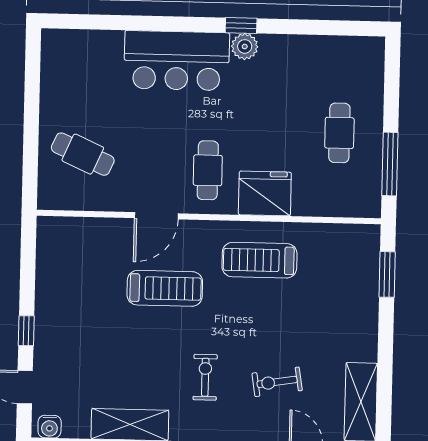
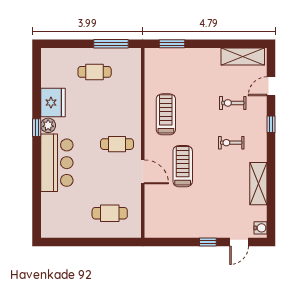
cafe table: (83, 154) -> (110, 213), turned 66
fridge: (265, 193) -> (53, 103), moved, turned 180
treadmill: (259, 260) -> (166, 114), turned 180
exercise bike: (277, 382) -> (233, 103), turned 99

